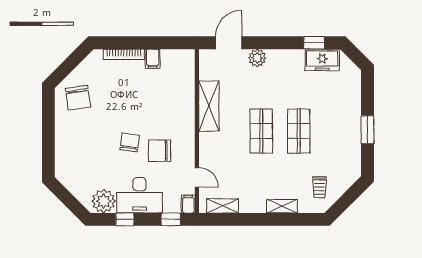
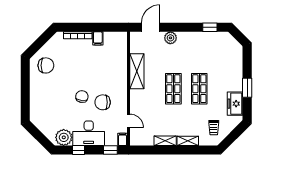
freezer: (322, 60) -> (235, 104), moved, turned 90
chair: (78, 98) -> (46, 65), turned -82
shelving: (223, 206) -> (165, 141), moved

